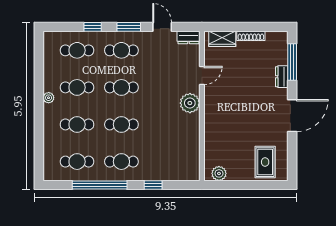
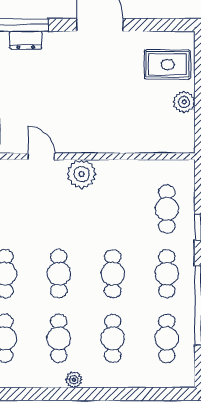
dresser: (282, 77) -> (26, 40), moved
cafe table: (166, 162) -> (167, 209), added
plant: (219, 173) -> (184, 102), moved

